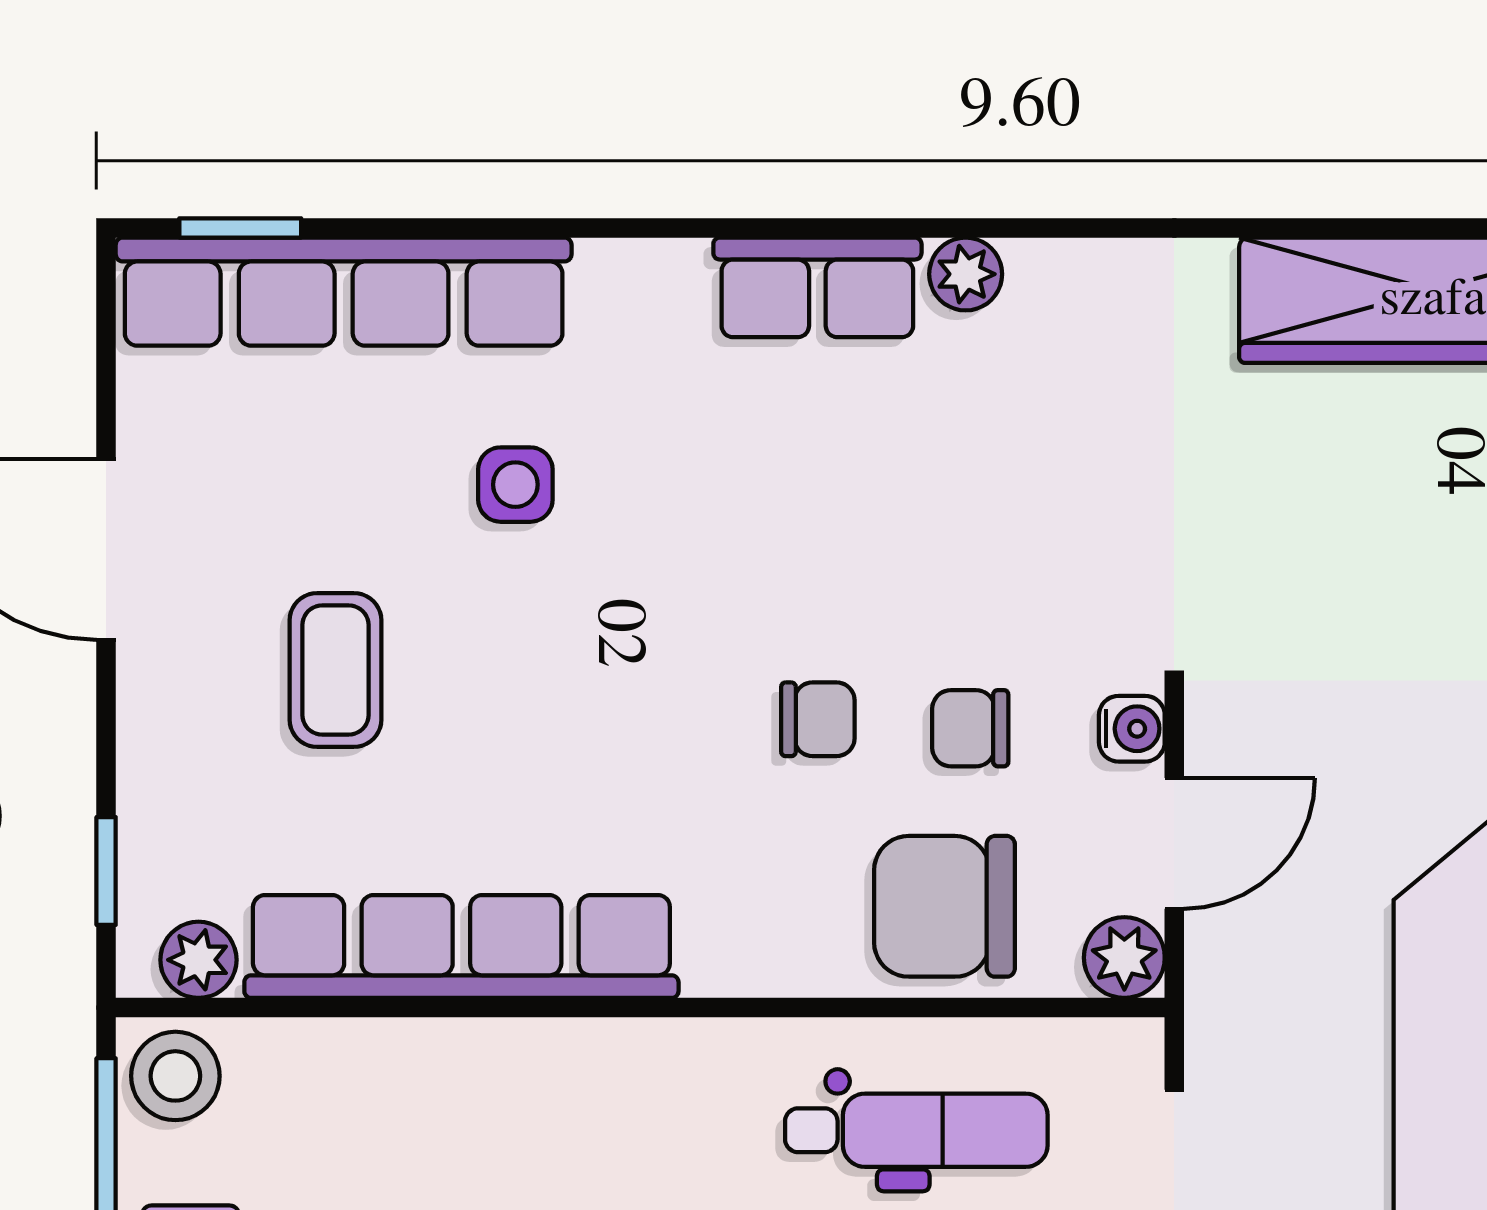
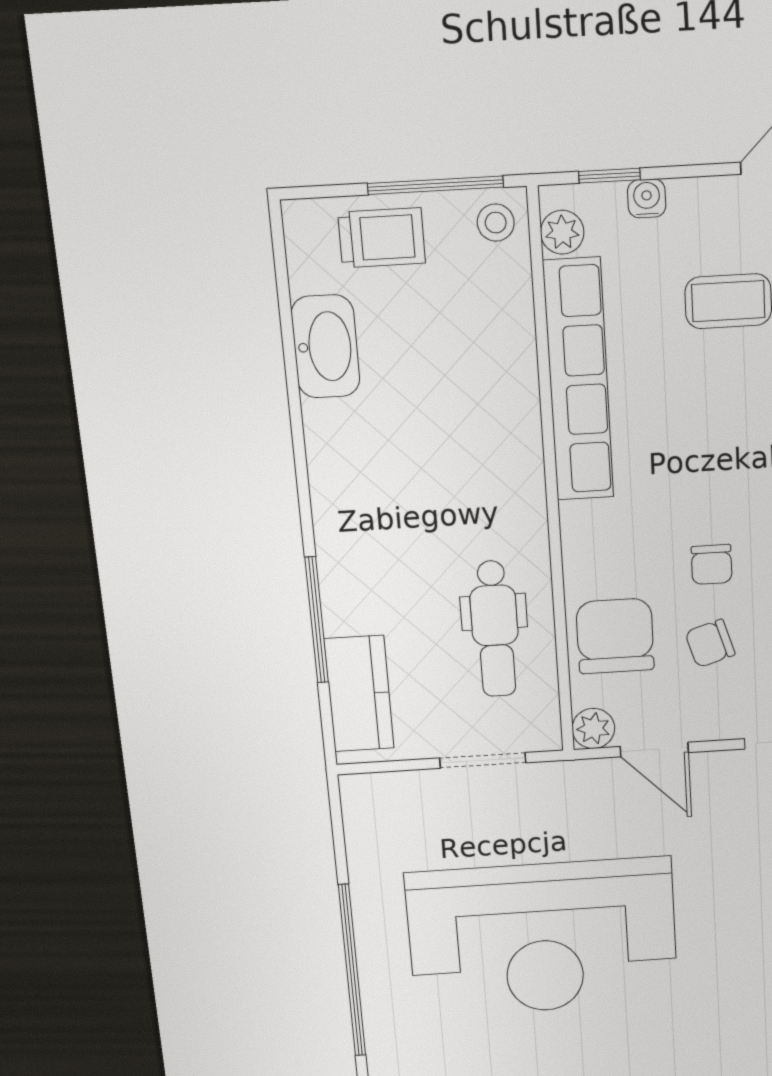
chair: (970, 728) -> (710, 643), turned -107
water cooler: (1132, 729) -> (647, 198), moved, turned 180
stool: (175, 1076) -> (496, 223), width x0.73, depth x0.73

